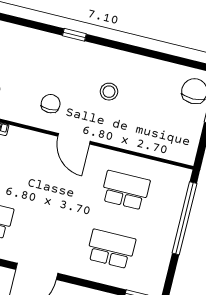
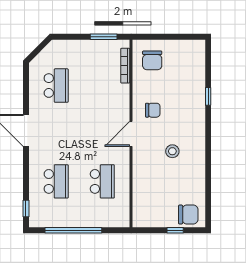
window: (74, 35) -> (208, 96), moved
window: (184, 218) -> (73, 230), moved

